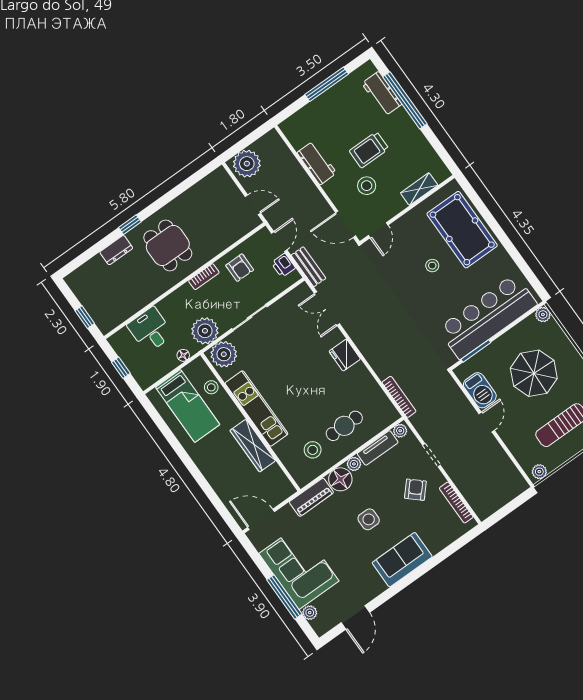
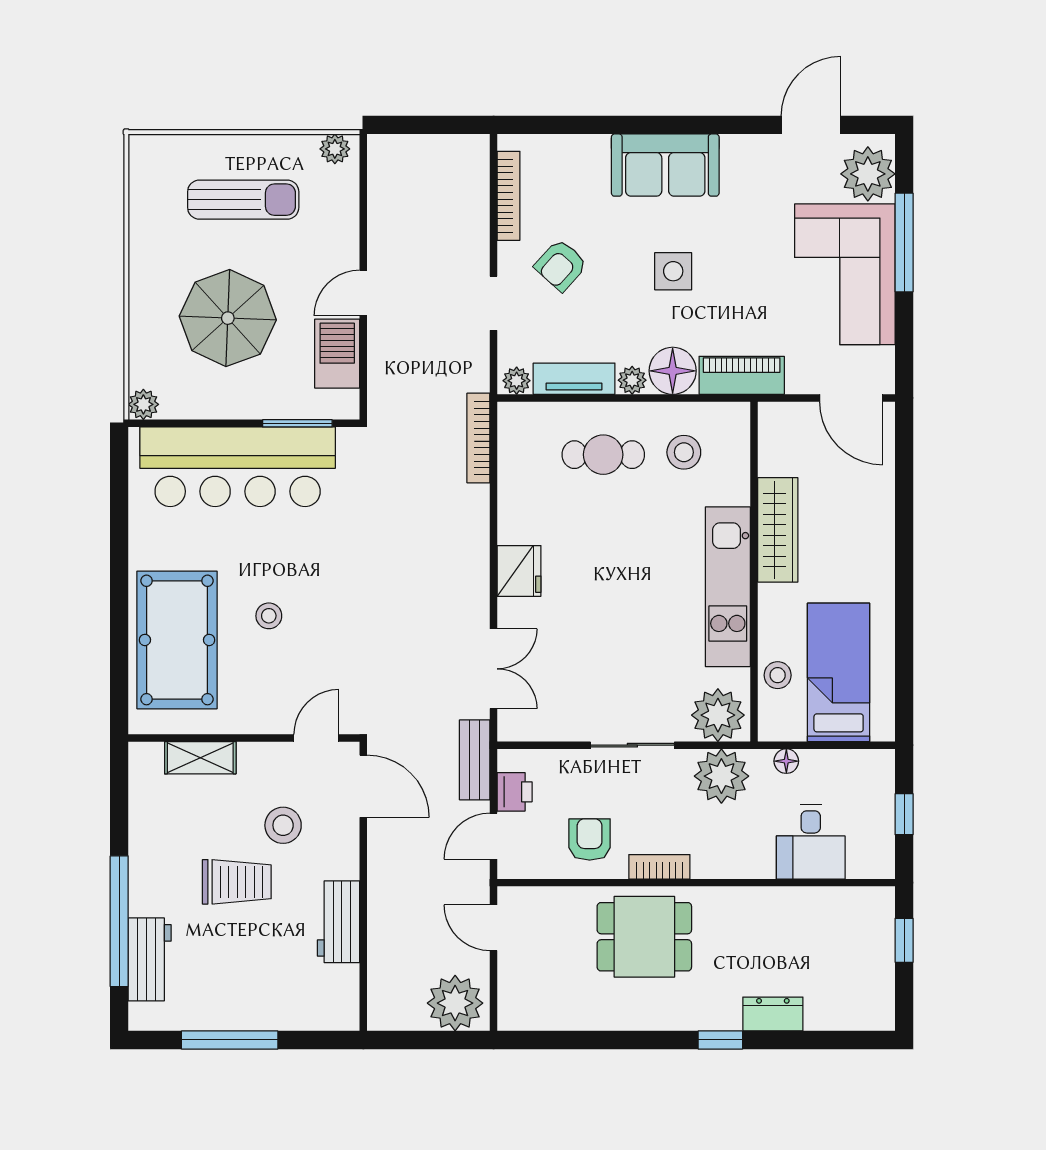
dining table: (168, 245) -> (644, 937), moved, turned 90
plant: (310, 613) -> (868, 174), width x1.88, depth x1.88

